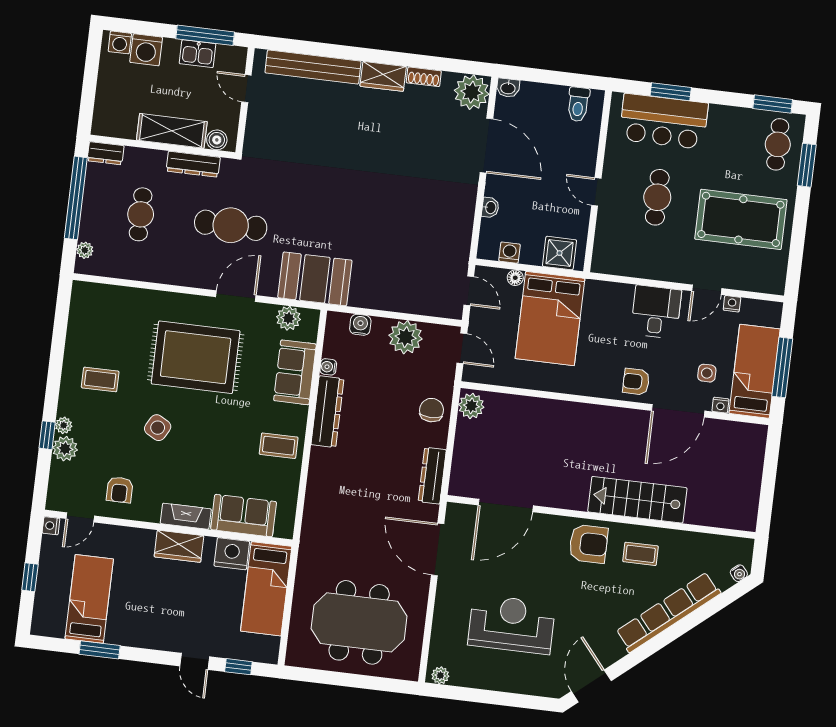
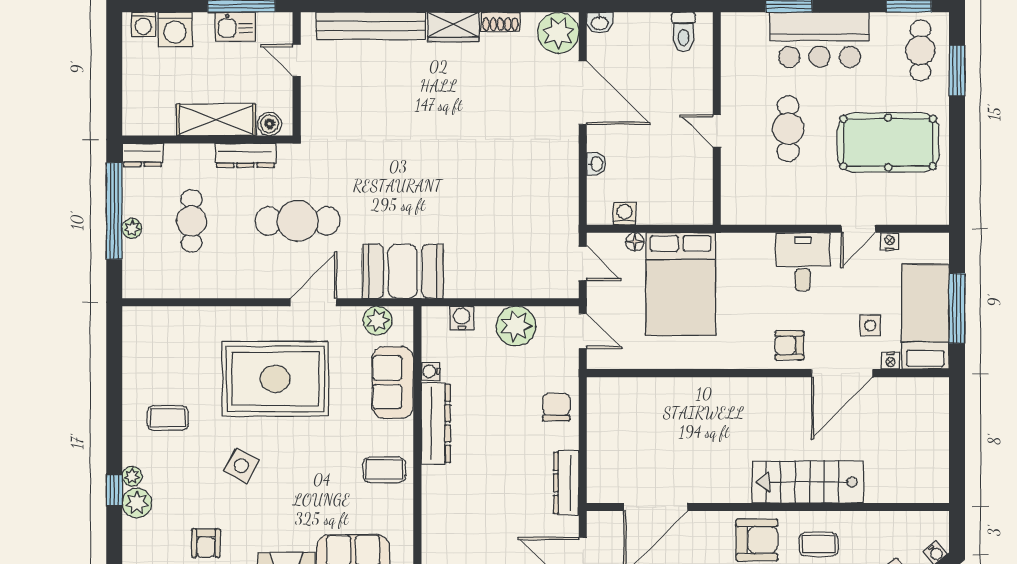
bar counter: (664, 121) -> (820, 40), moved
plant: (85, 250) -> (132, 228), moved
shower: (560, 253) -> (683, 207), removed
plant: (471, 406) -> (602, 397), removed

